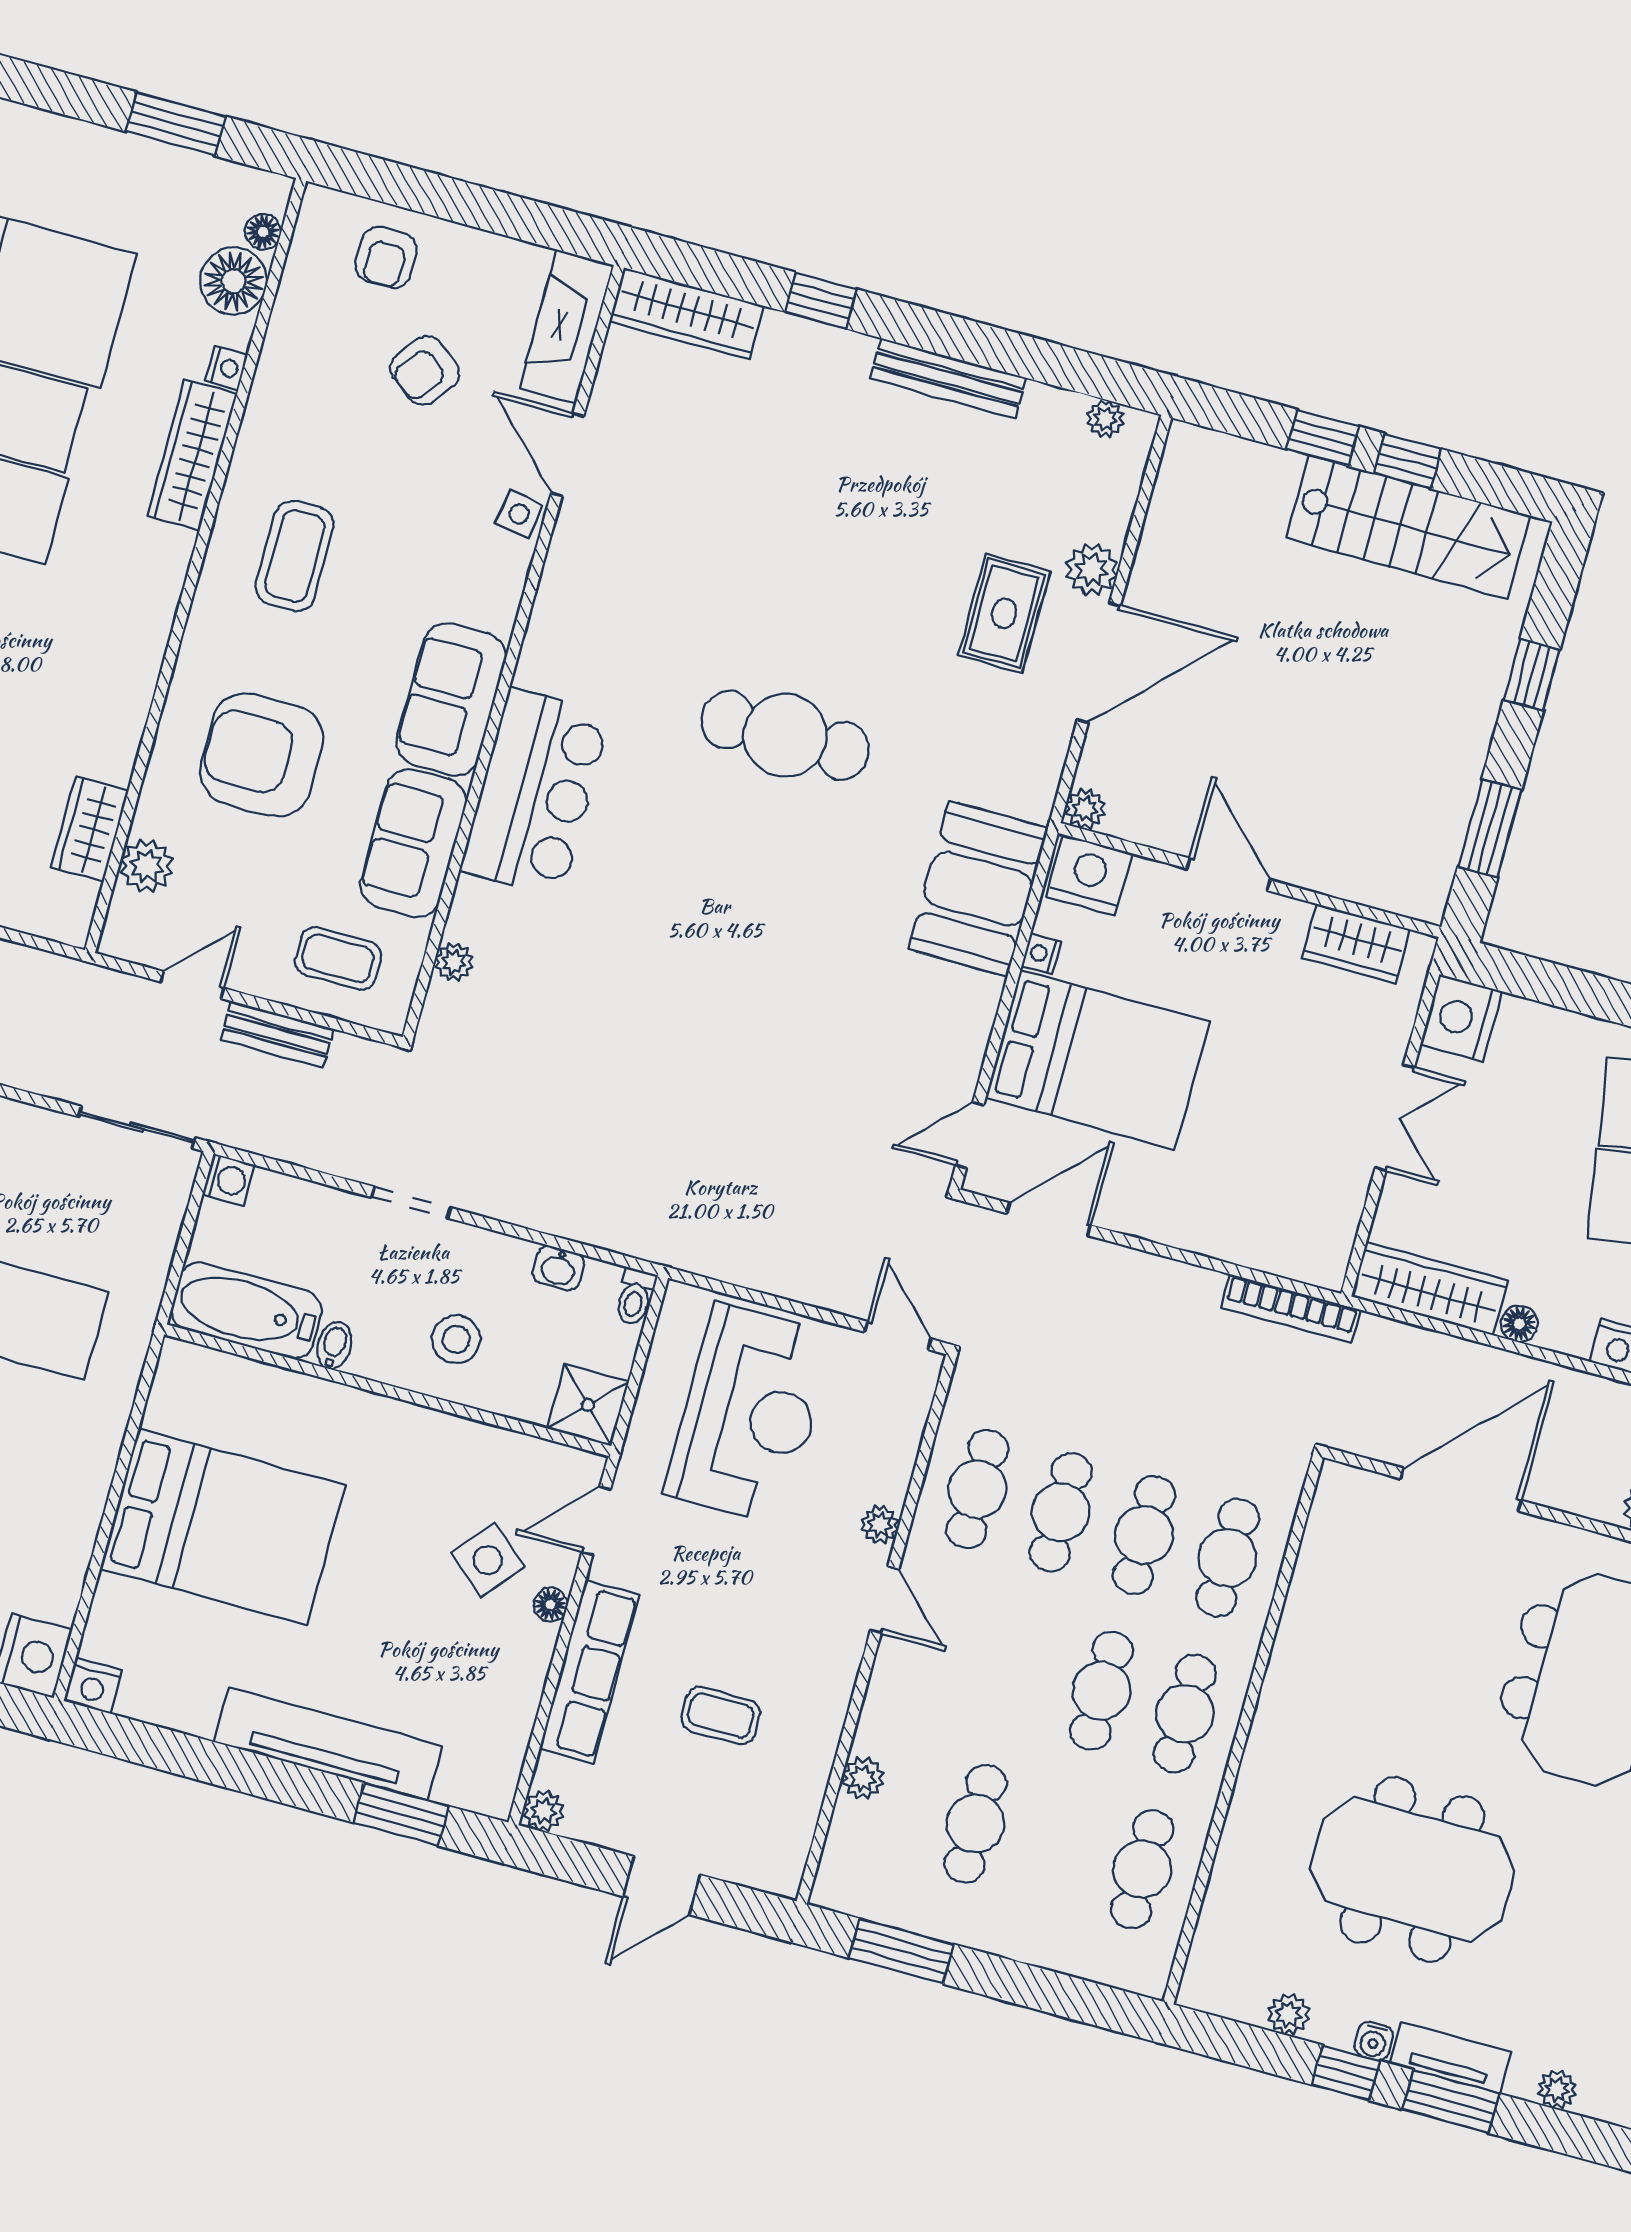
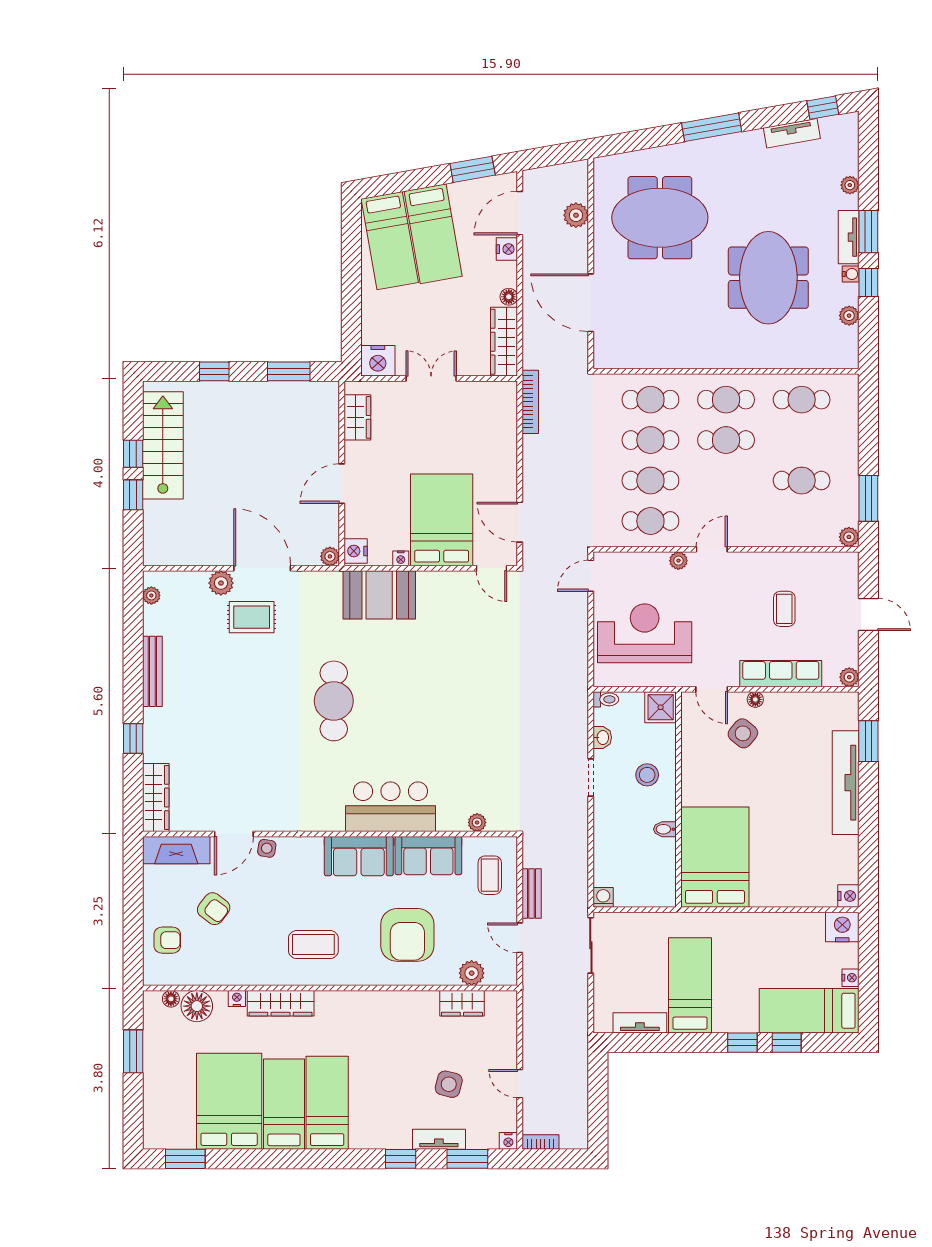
nightstand: (1089, 875) -> (356, 551), width x0.74, depth x0.75
doorway: (411, 1202) -> (591, 777), moved
bathtub: (246, 1311) -> (660, 873), removed
bed: (223, 1527) -> (715, 857), moved
plant: (863, 1778) -> (849, 537), moved

